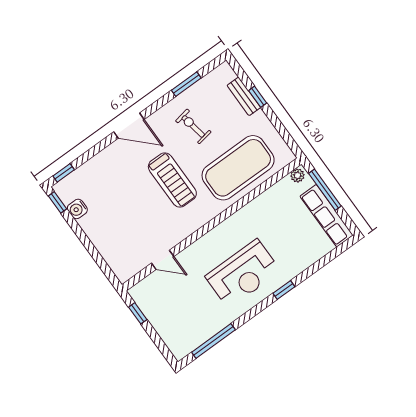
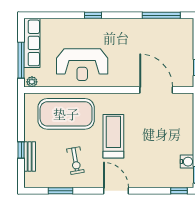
door: (163, 260) -> (156, 90), width x1.87
reception desk: (243, 274) -> (82, 65), moved, turned 180

